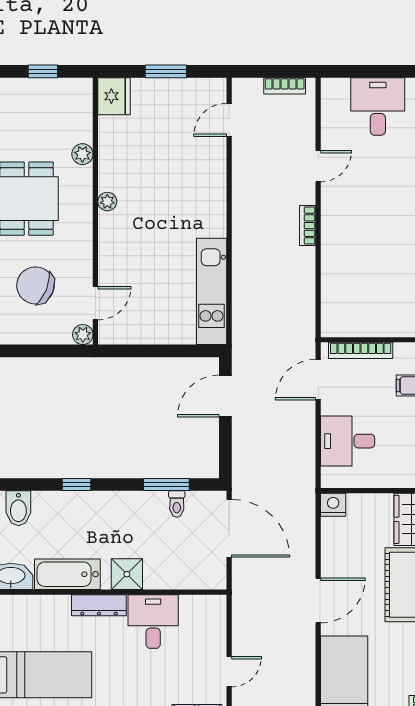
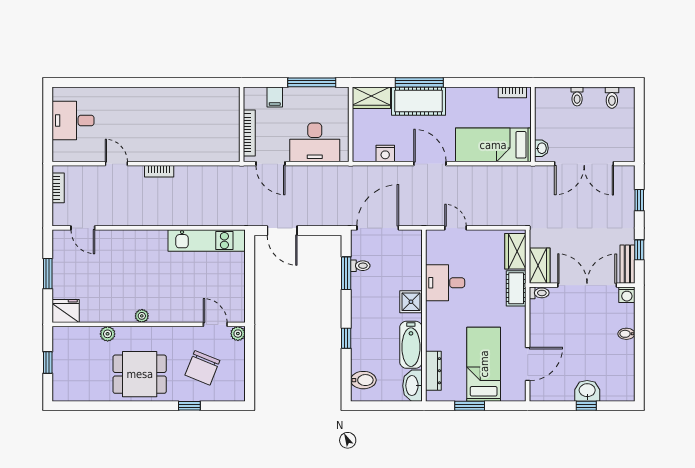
desk: (348, 441) -> (315, 142), width x1.37
nightstand: (333, 505) -> (385, 153), moved, turned -90
dresser: (99, 605) -> (433, 371), moved
door: (229, 672) -> (456, 228), moved

